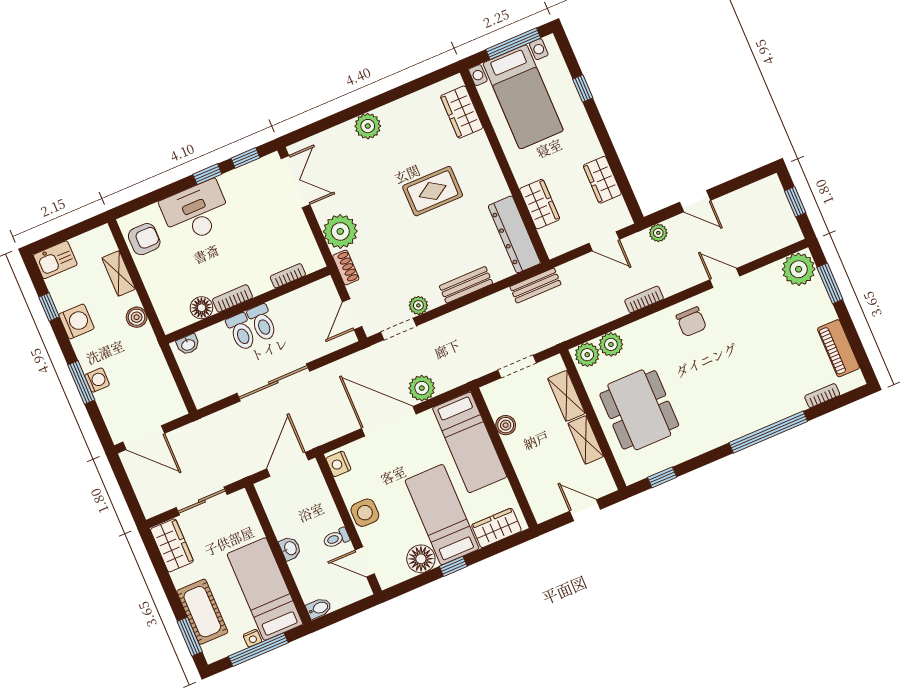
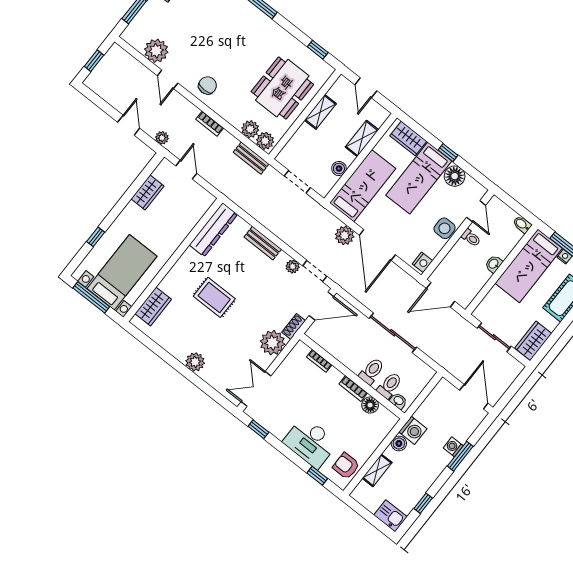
window: (207, 174) -> (317, 476), moved
wardrobe: (540, 204) -> (185, 224), removed
plant: (799, 269) -> (156, 51), moved
bench: (535, 285) -> (251, 158), moved
door: (352, 314) -> (321, 306), width x1.38
washing machine: (76, 321) -> (413, 430), moved, turned 180
toilet: (262, 323) -> (389, 385), moved
shelving: (566, 396) -> (362, 138), moved

